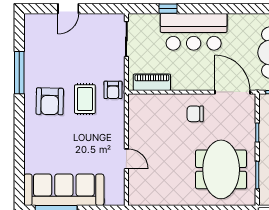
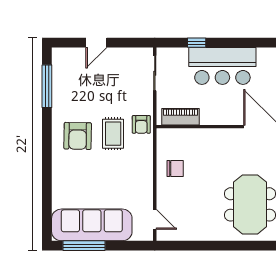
window: (19, 73) -> (47, 86), moved
chair: (195, 114) -> (175, 168), moved, turned 180
door: (126, 159) -> (155, 219), moved

